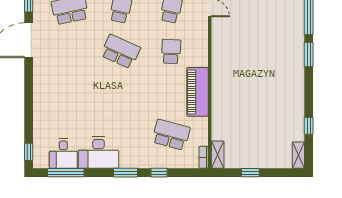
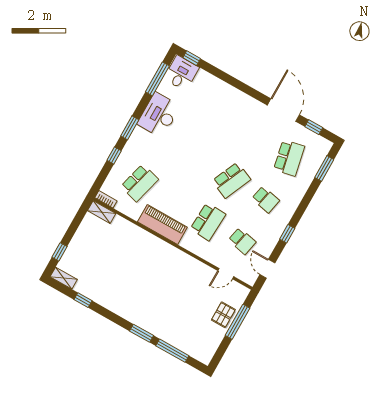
school desk: (171, 51) -> (208, 222), width x1.85
desk: (63, 153) -> (181, 73), moved, turned 90
window: (250, 173) -> (60, 252), moved

